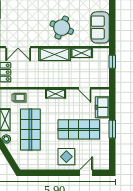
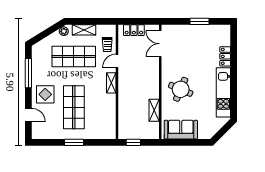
shelving: (55, 54) -> (153, 82), removed
window: (112, 62) -> (133, 142), moved
door: (85, 88) -> (117, 61), moved
freezer: (102, 107) -> (97, 132), removed
window: (46, 173) -> (28, 73), added

